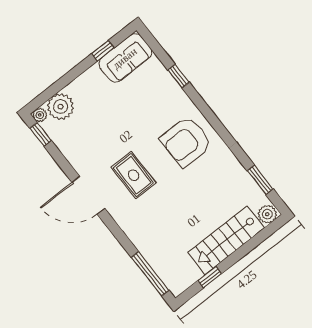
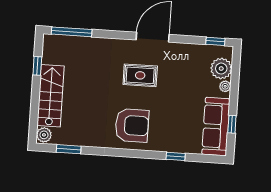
sofa: (125, 58) -> (216, 127), width x1.36
plant: (40, 115) -> (225, 86), moved
armchair: (186, 141) -> (132, 125), turned 90

